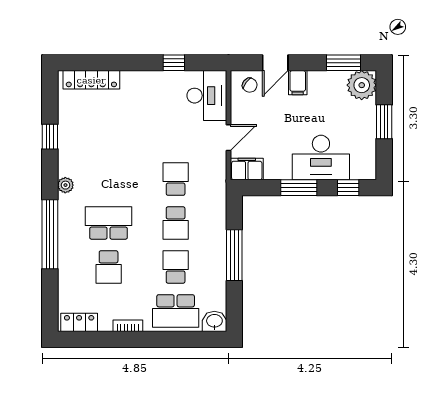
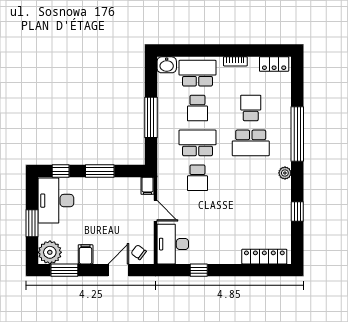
filing cabinet: (298, 83) -> (86, 254), moved
door: (229, 138) -> (156, 211), swing flipped
desk: (321, 158) -> (56, 201), moved, turned -90
filing cabinet: (247, 169) -> (147, 186), width x0.50
school desk: (176, 223) -> (197, 143), width x1.85

